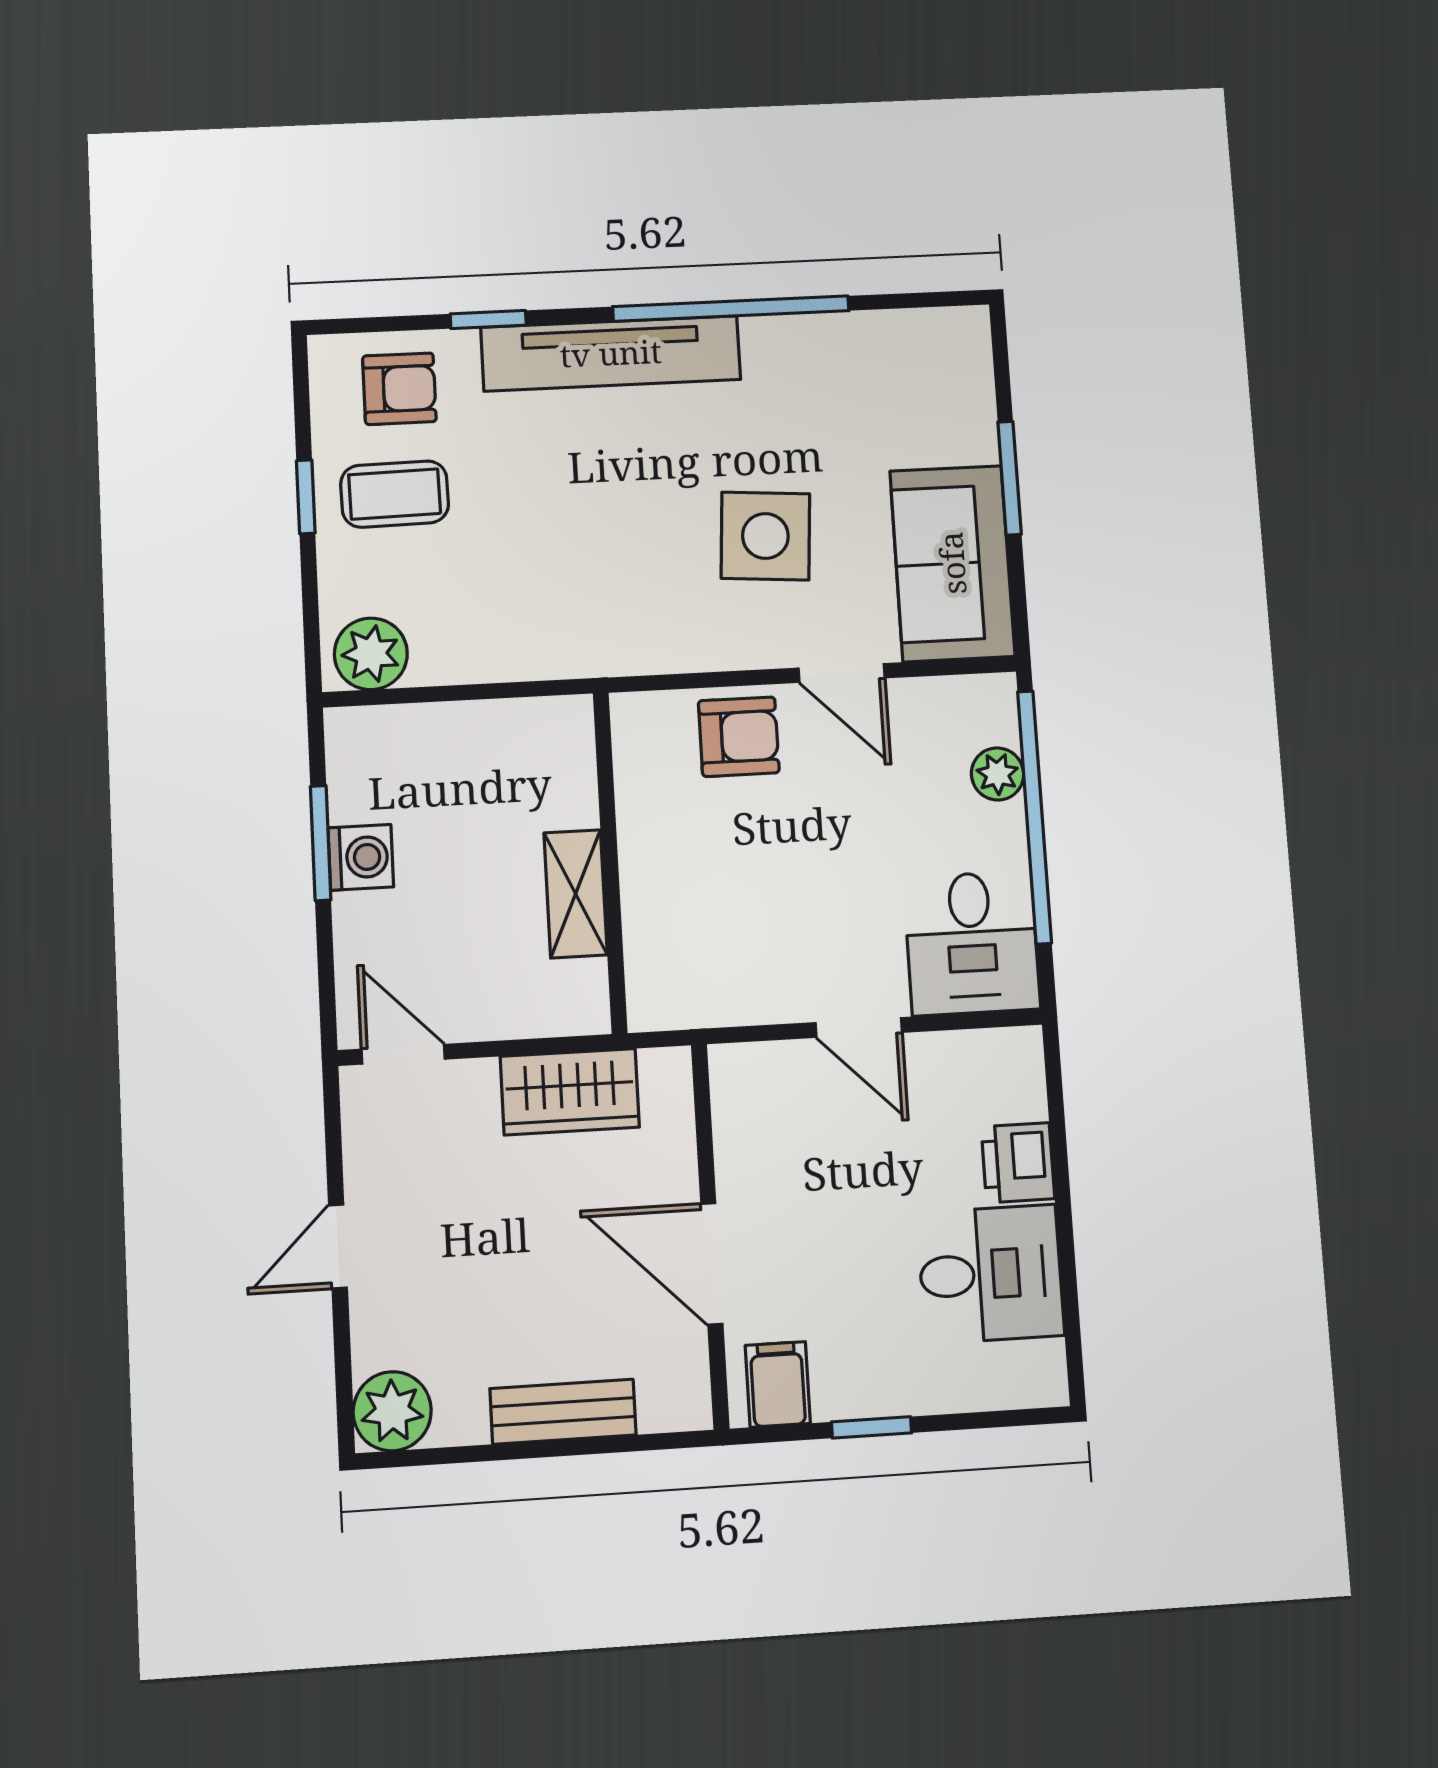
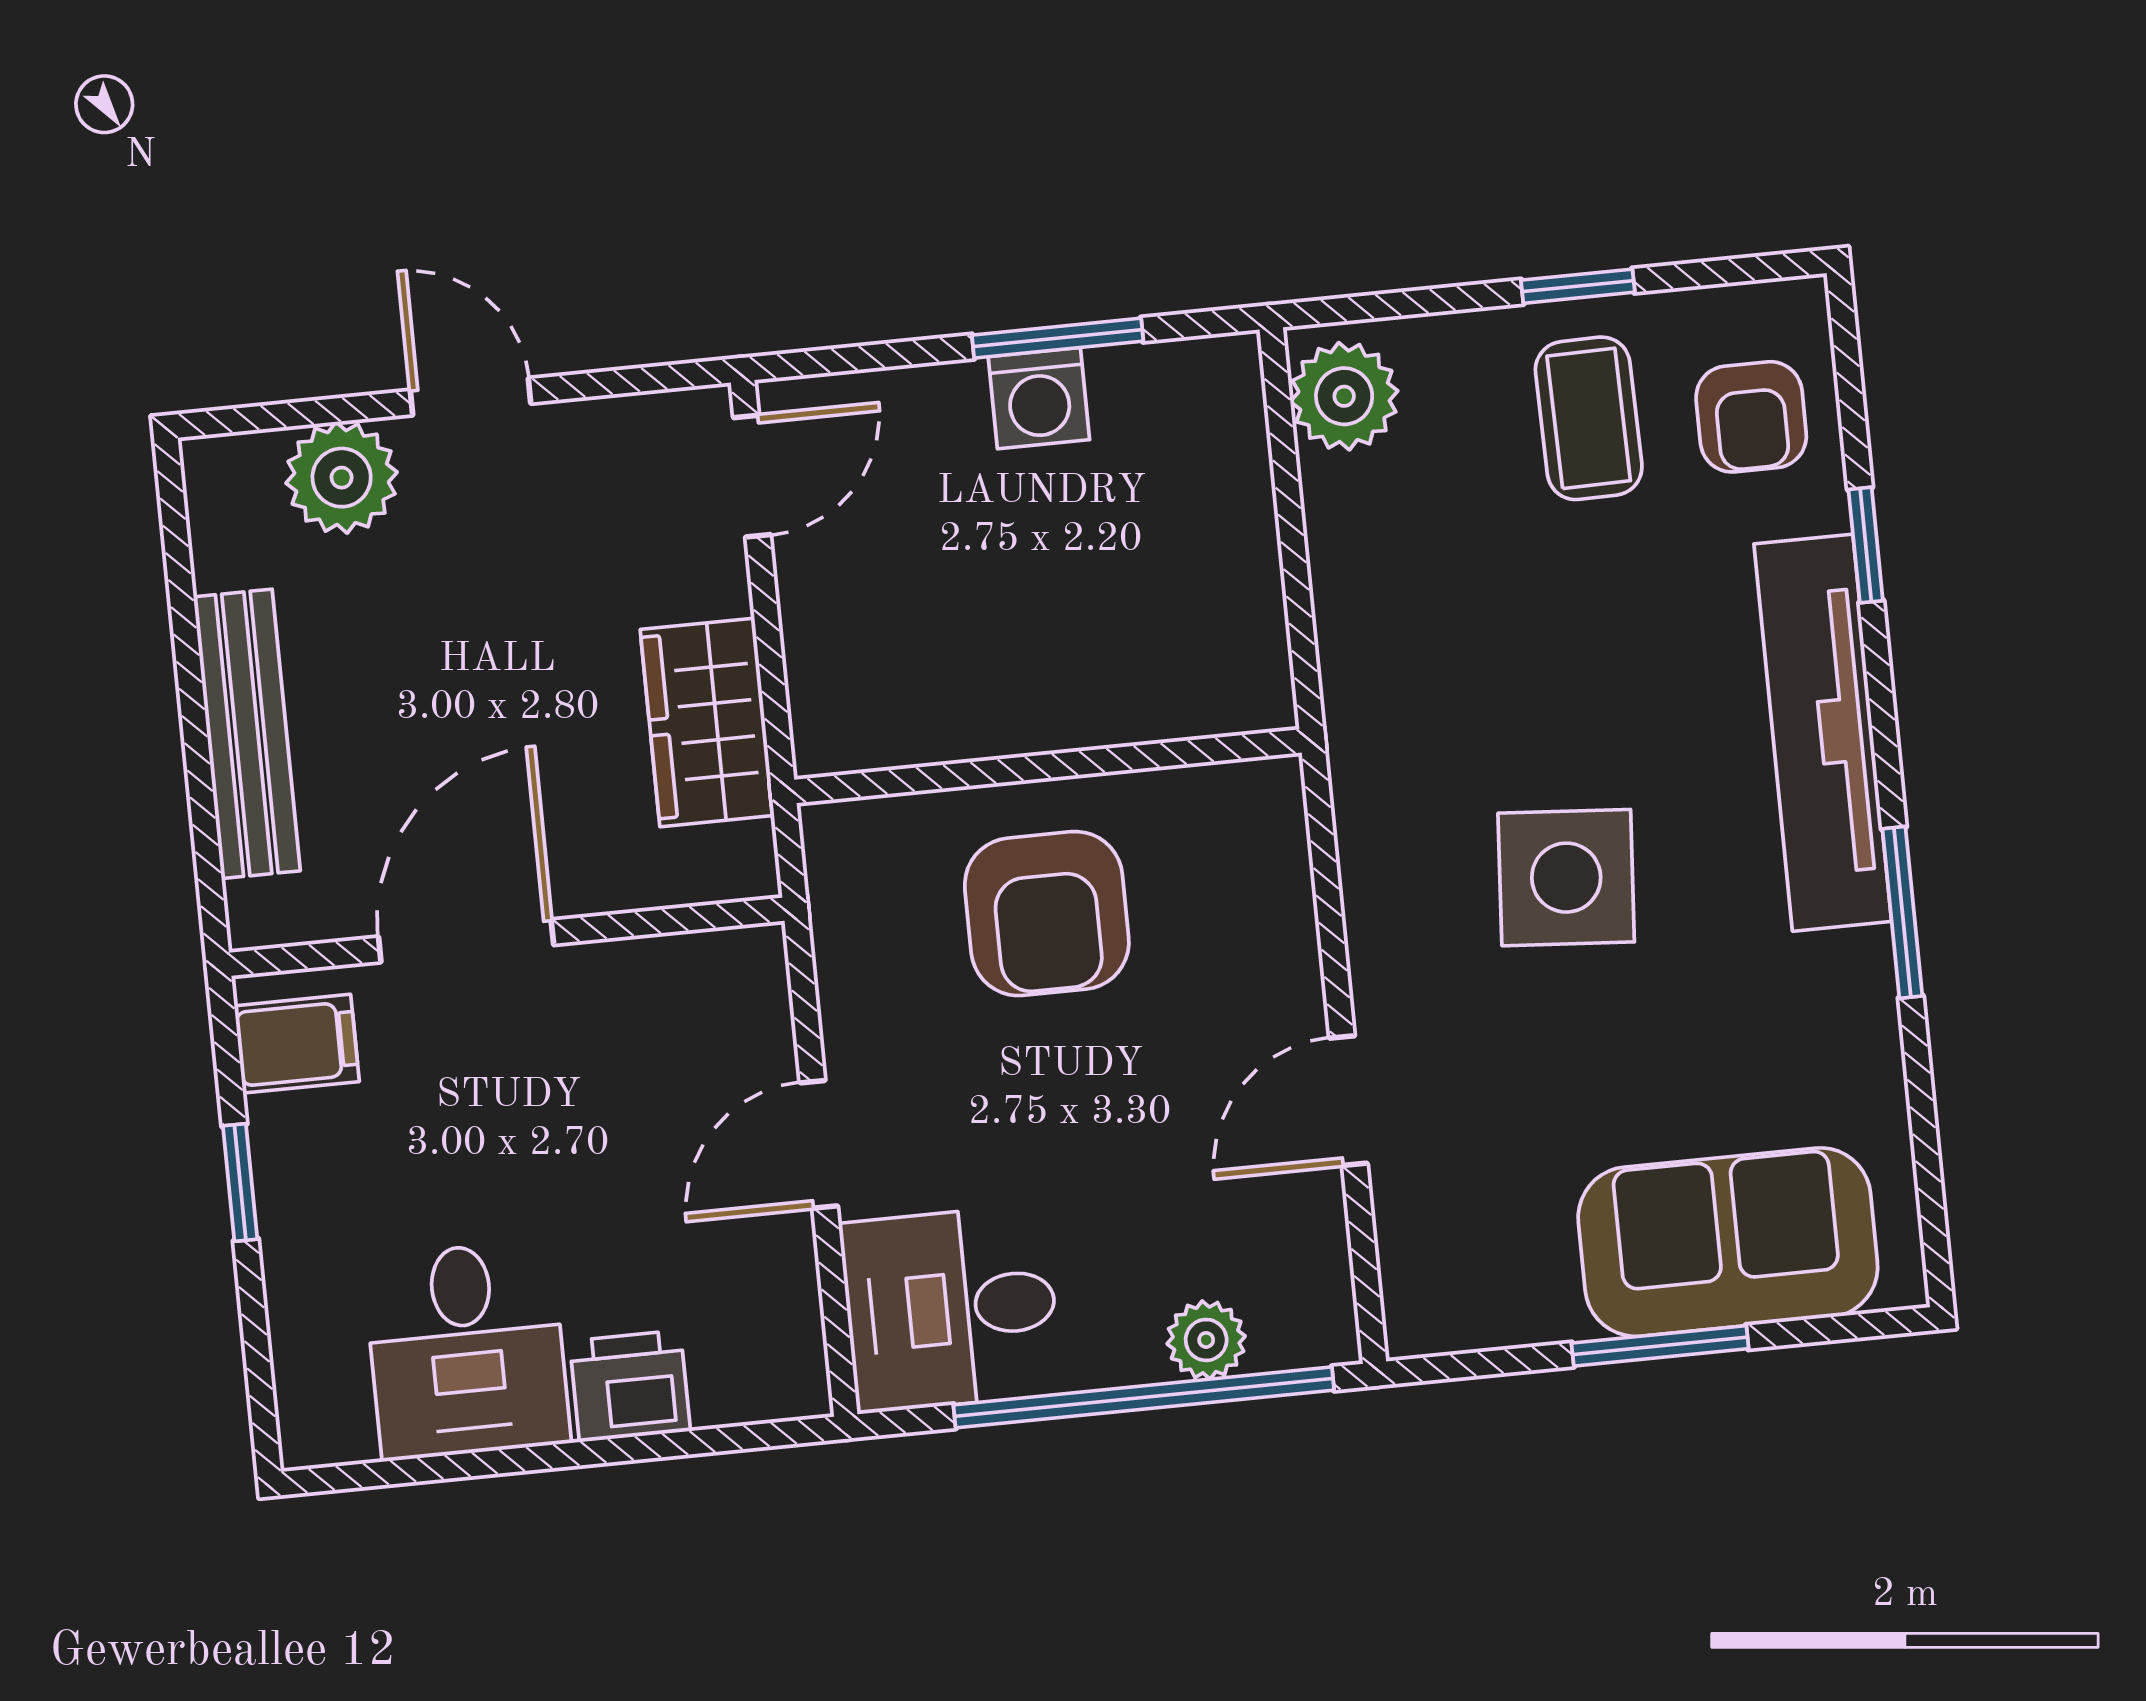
window: (731, 309) -> (1902, 912), width x0.47
side table: (765, 536) -> (1566, 878), moved
sofa: (952, 563) -> (1728, 1242), moved
armchair: (739, 737) -> (1047, 914), moved, width x1.38, depth x1.38
shelving: (576, 894) -> (999, 717), removed
plant: (392, 1411) -> (342, 478), moved
bench: (563, 1412) -> (247, 734), width x1.36

